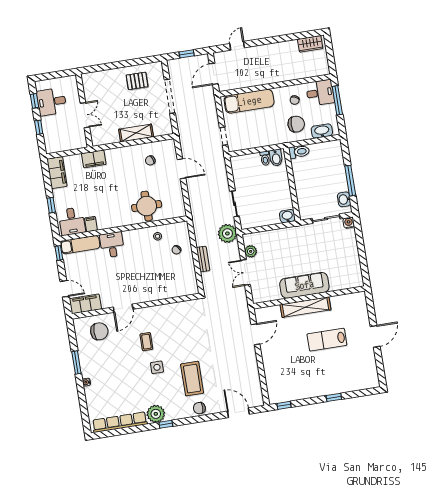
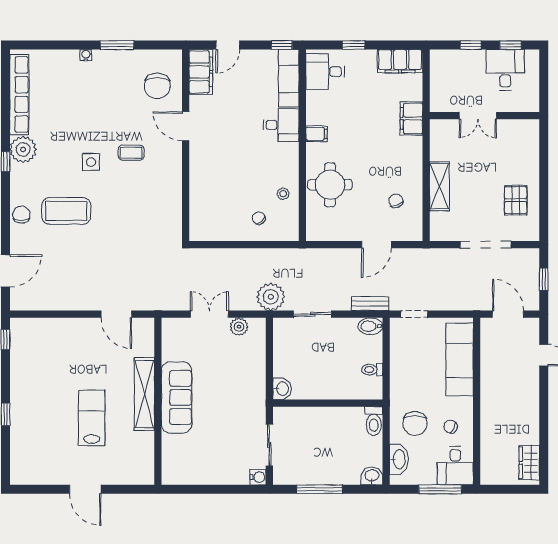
bidet: (276, 158) -> (370, 326), moved
washbasin: (344, 199) -> (372, 476), moved
filing cabinet: (91, 224) -> (317, 134), moved
bench: (203, 259) -> (370, 304), moved

